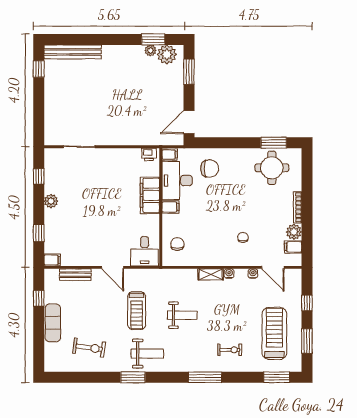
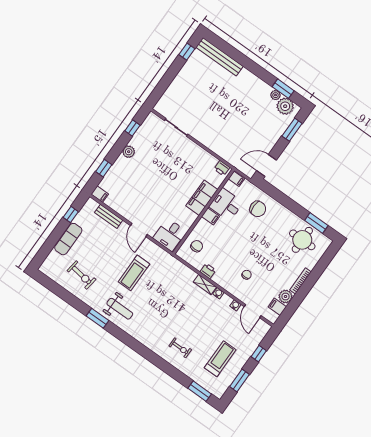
desk: (177, 180) -> (226, 205), width x0.73
printer: (205, 260) -> (208, 271), added
weight bench: (182, 315) -> (164, 299), removed
treadmill: (274, 333) -> (220, 359), width x0.73, depth x0.73
window: (205, 377) -> (149, 355), removed

